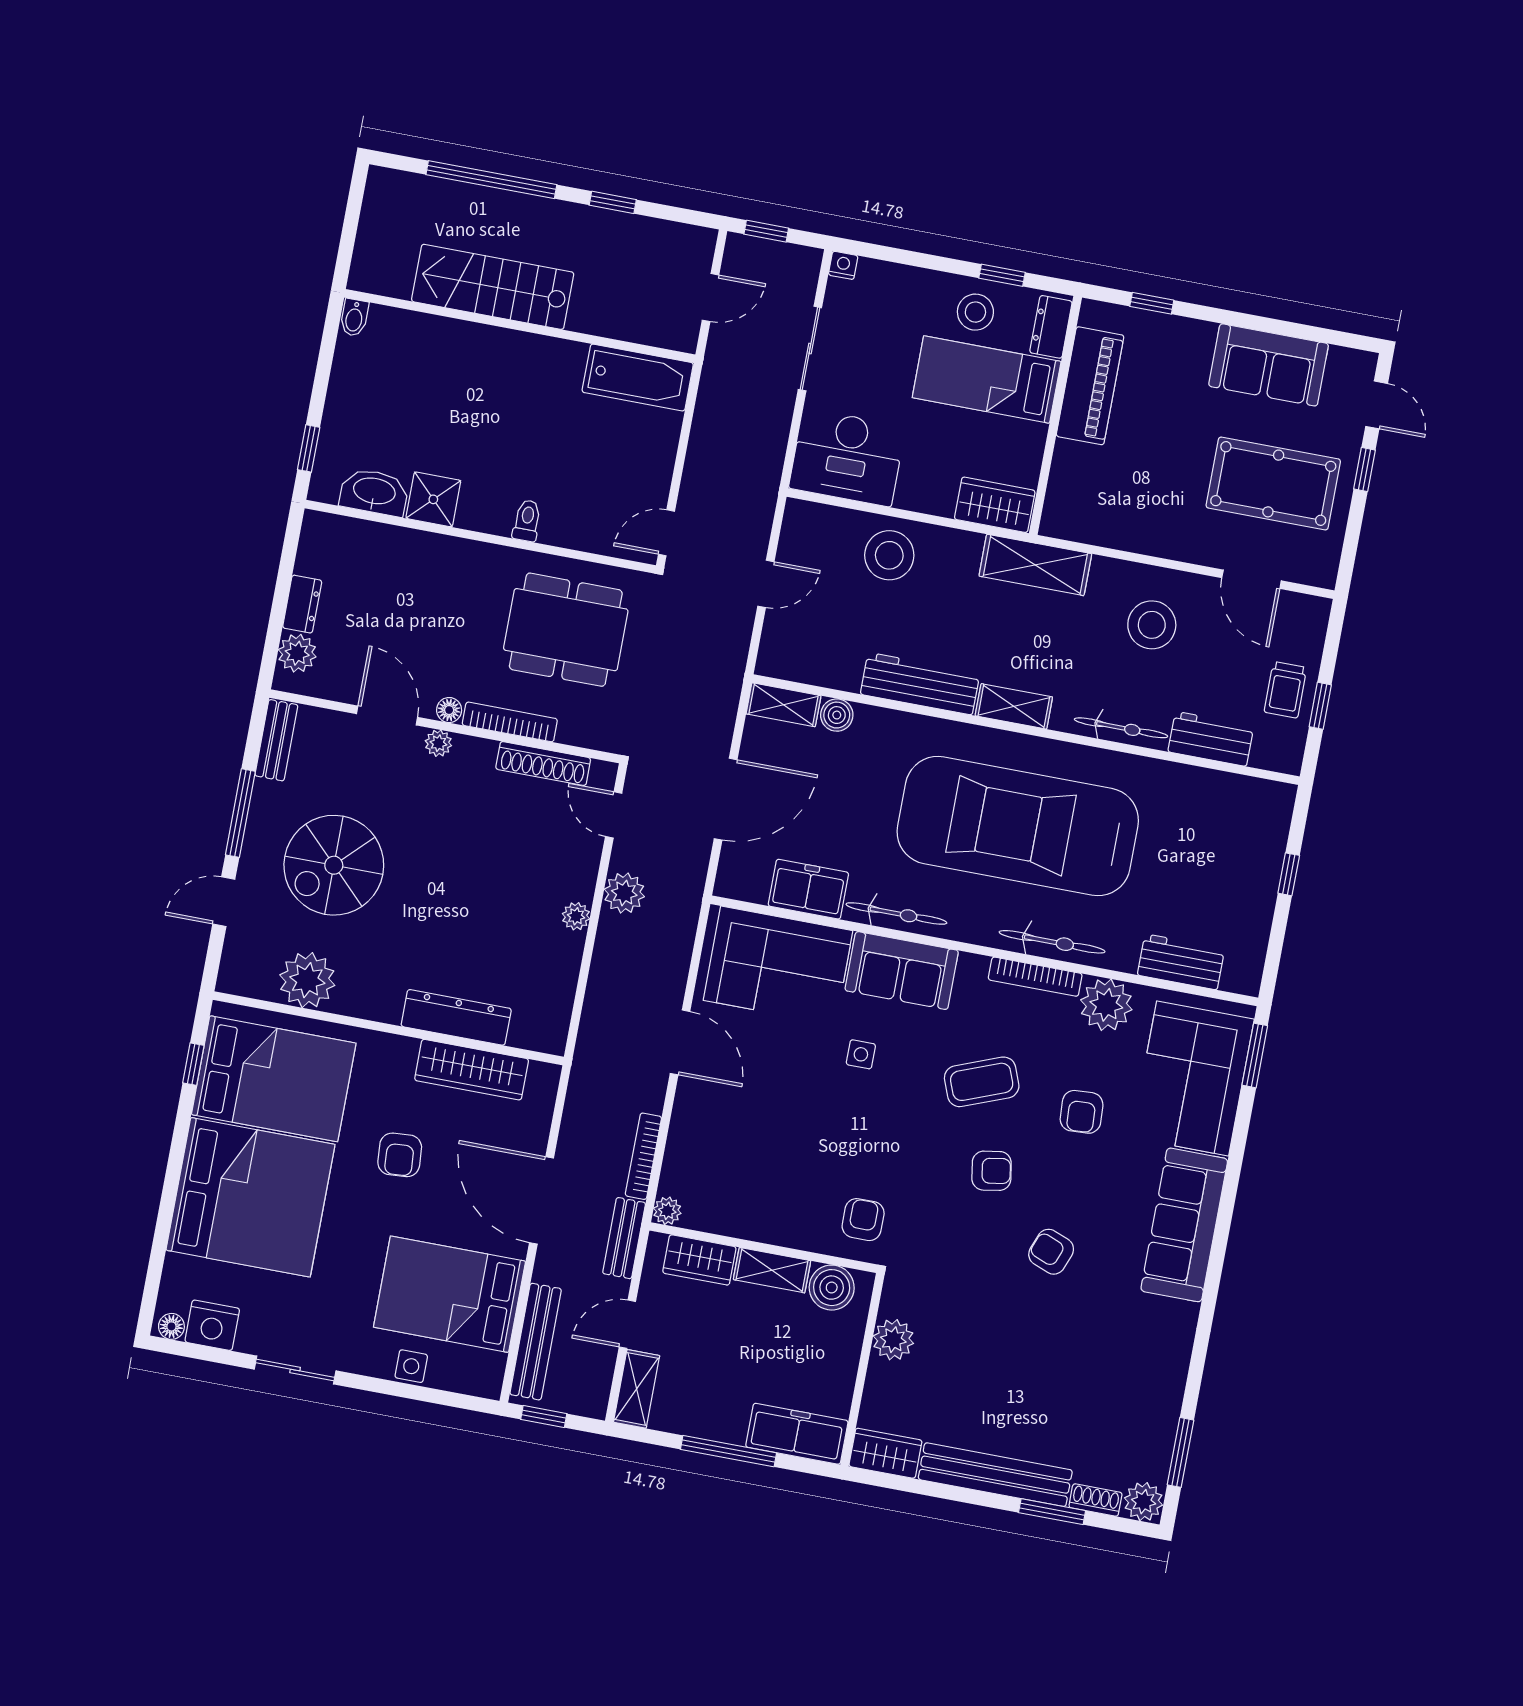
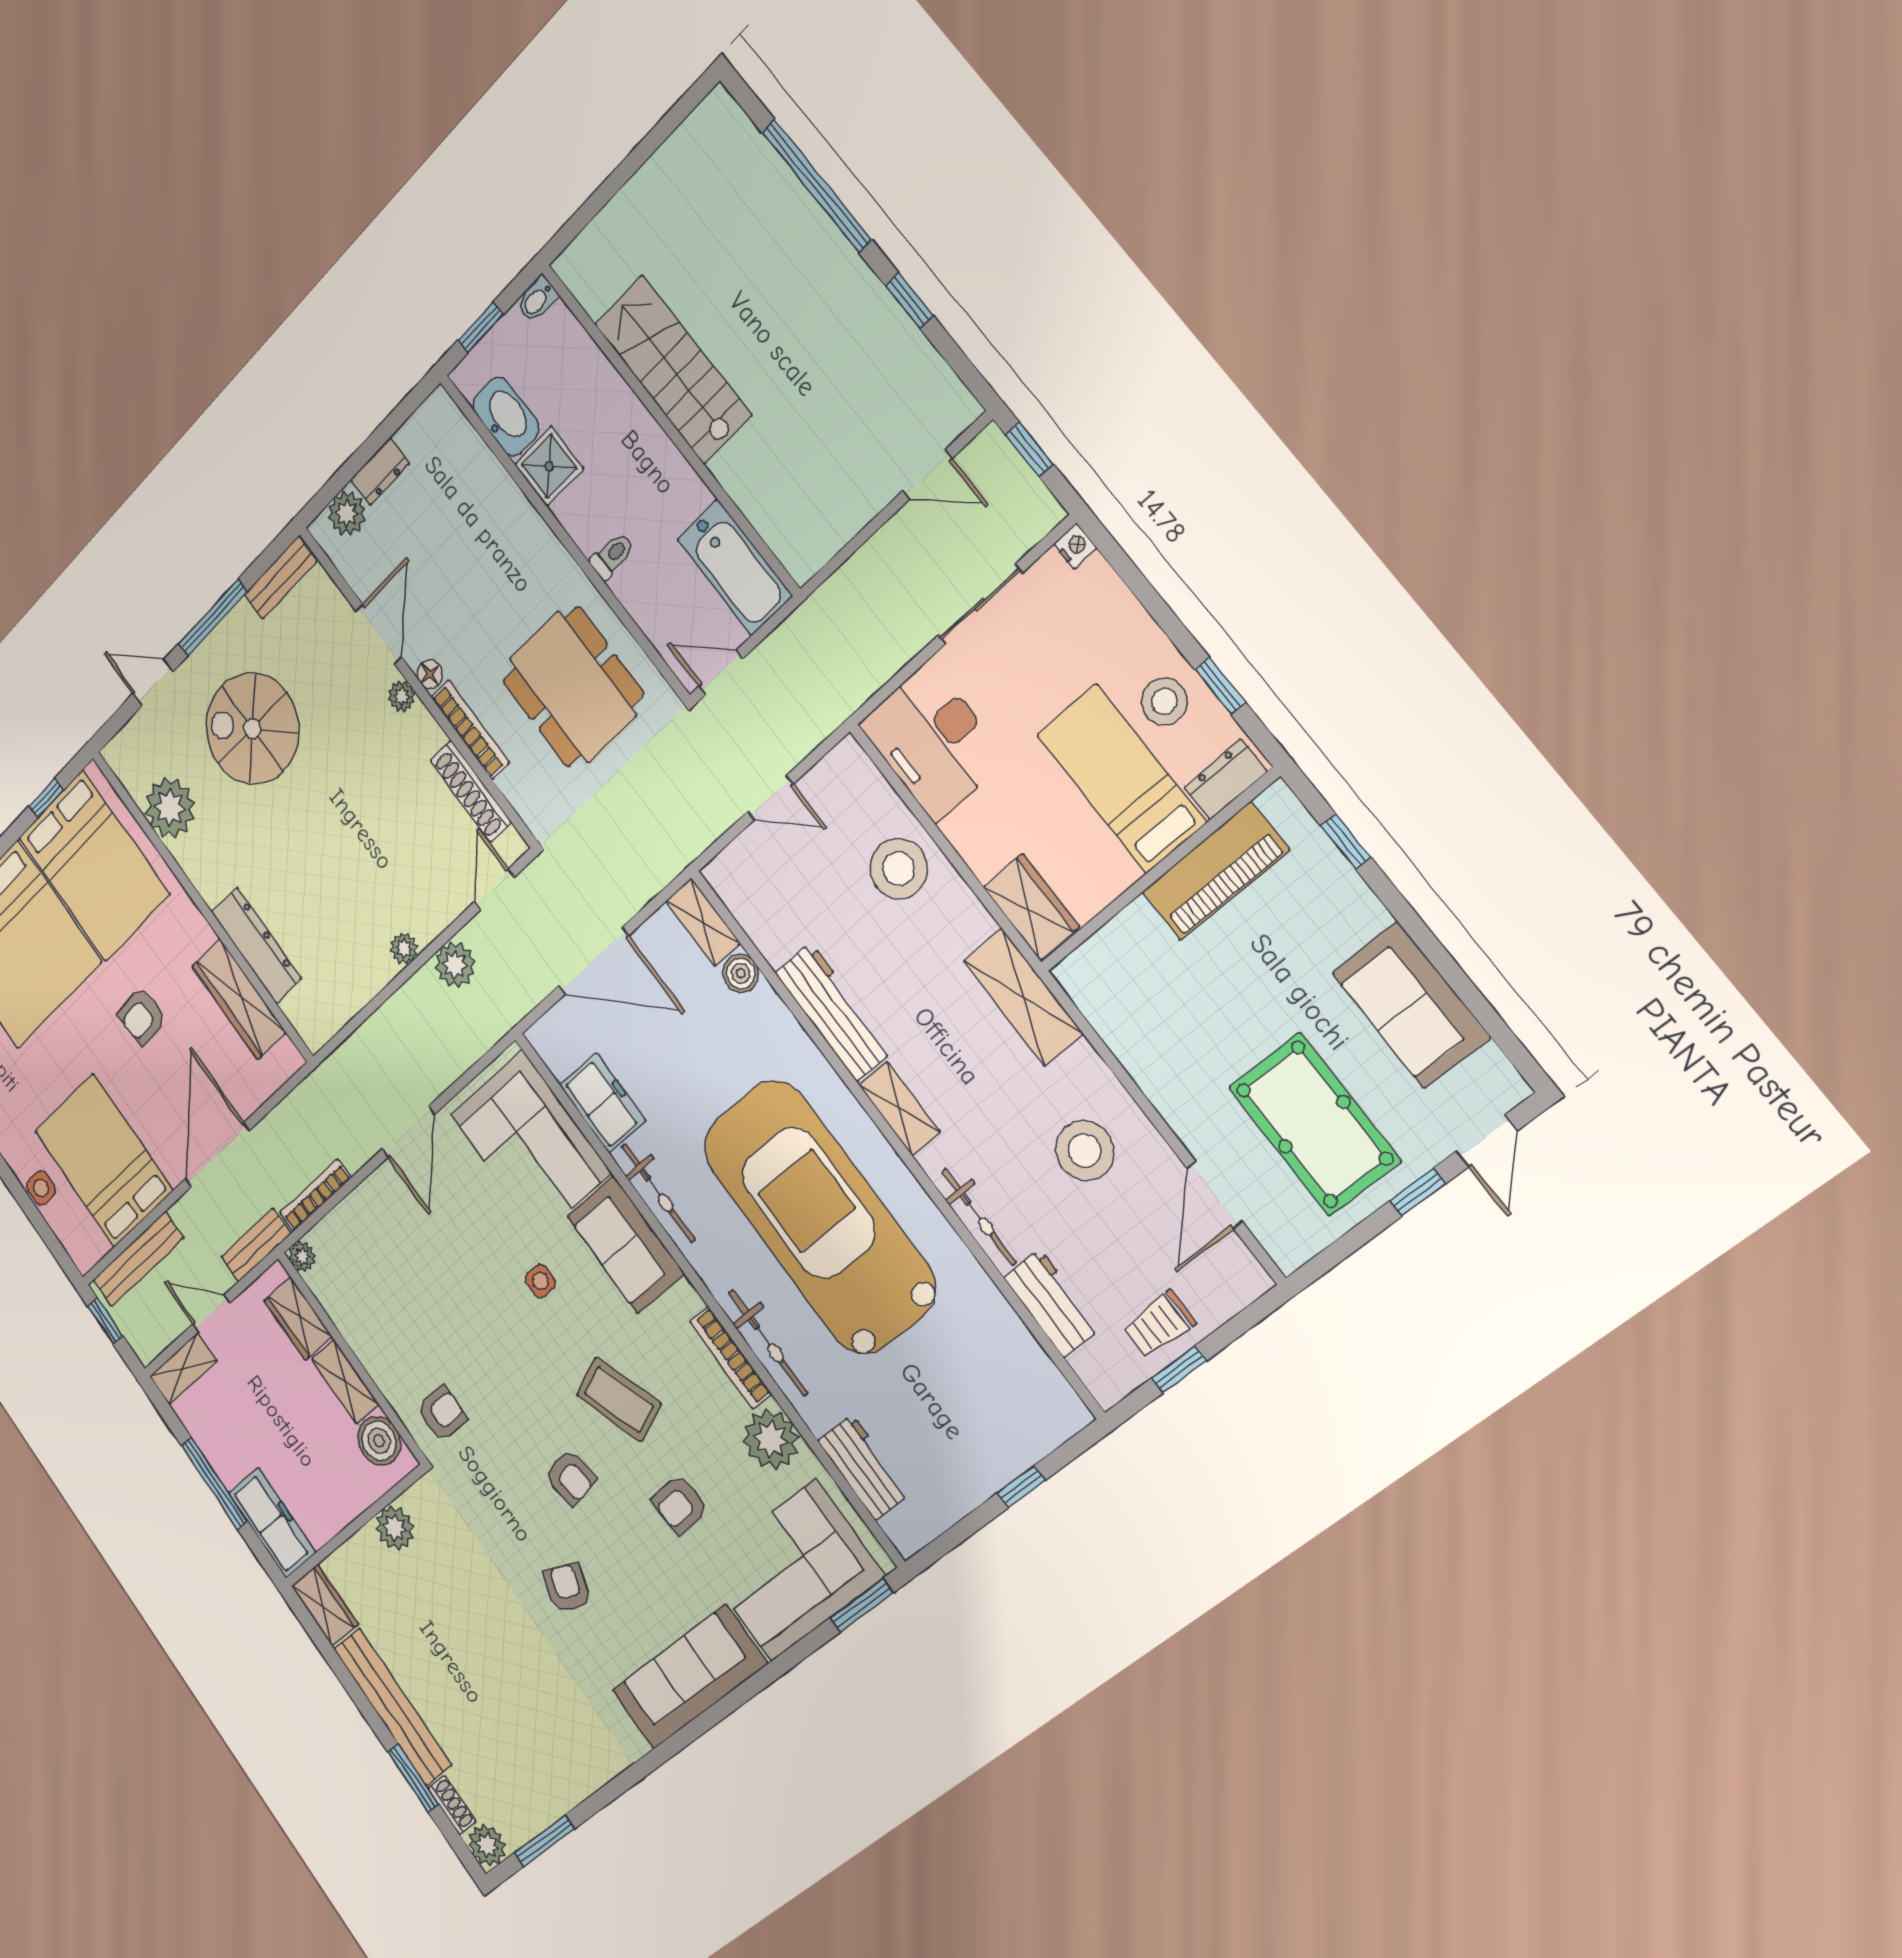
stairs: (493, 287) -> (673, 369), moved
bidet: (354, 318) -> (537, 300), moved
wall: (520, 326) -> (669, 428), moved
bathtub: (638, 378) -> (734, 567), moved

